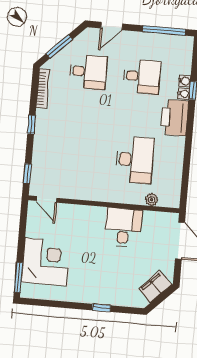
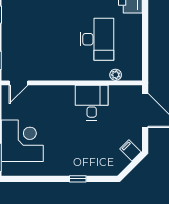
door: (47, 199) -> (18, 83), hinge flipped
filing cabinet: (155, 287) -> (130, 150), width x0.50

